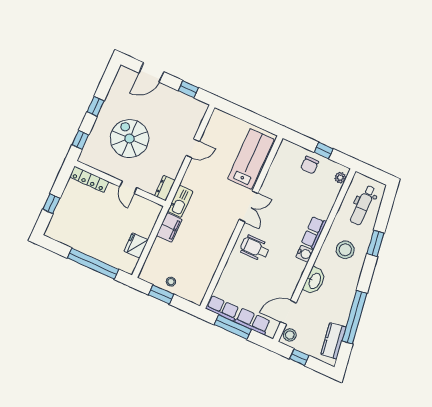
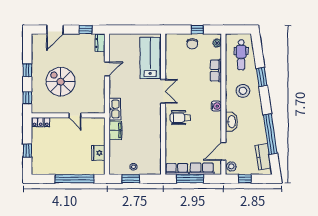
locker: (89, 179) -> (41, 122), width x0.66
dresser: (165, 188) -> (100, 43), moved
row of seats: (314, 232) -> (216, 70), moved

